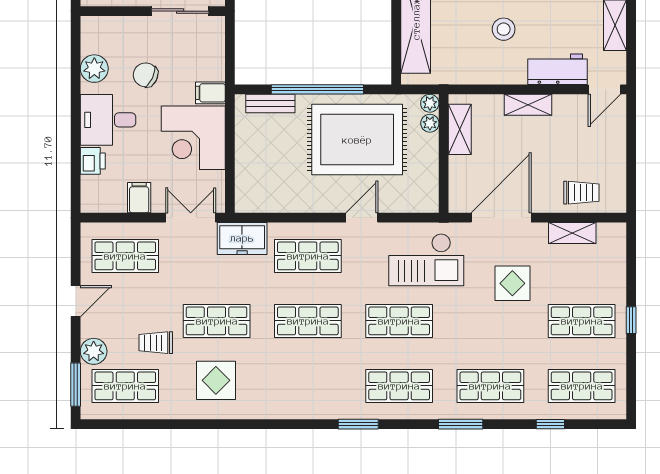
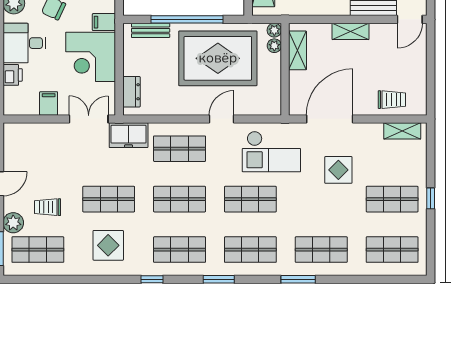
dresser: (246, 183) -> (131, 92), added
shelving: (572, 233) -> (402, 131), moved
shop shelf: (125, 256) -> (180, 250), moved
trolley: (156, 343) -> (48, 207), moved
window: (550, 424) -> (152, 279), moved

